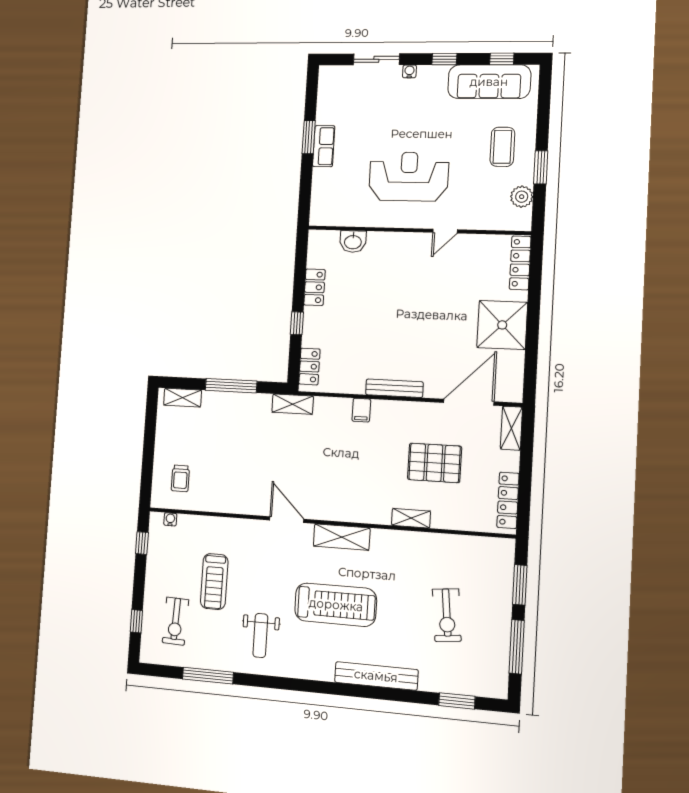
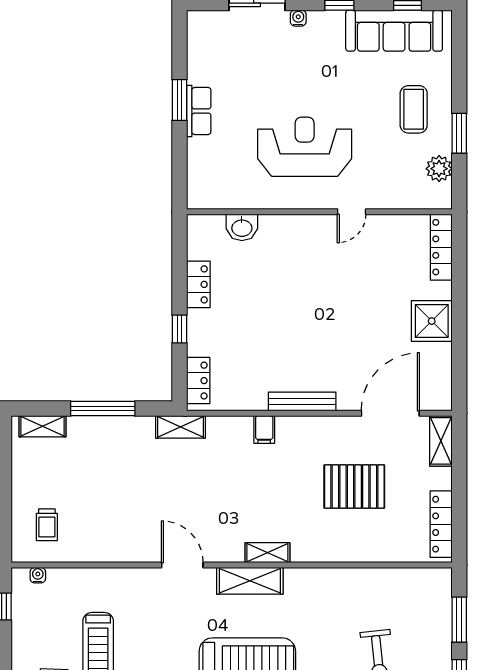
shower: (502, 325) -> (432, 321), width x0.73, depth x0.73
shelving: (411, 518) -> (267, 553), moved

